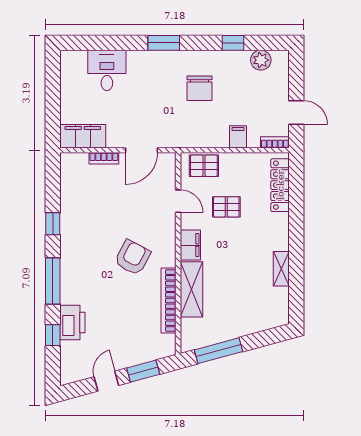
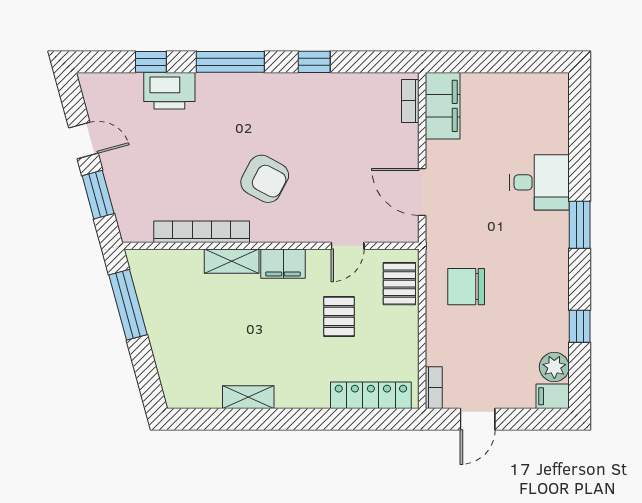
desk: (107, 70) -> (539, 182), moved
chair: (199, 88) -> (466, 287), moved
filing cabinet: (238, 137) -> (553, 396), moved, turned 180
bookcase: (104, 158) -> (410, 101), moved
shelving: (191, 289) -> (232, 261), width x0.67, depth x0.75

